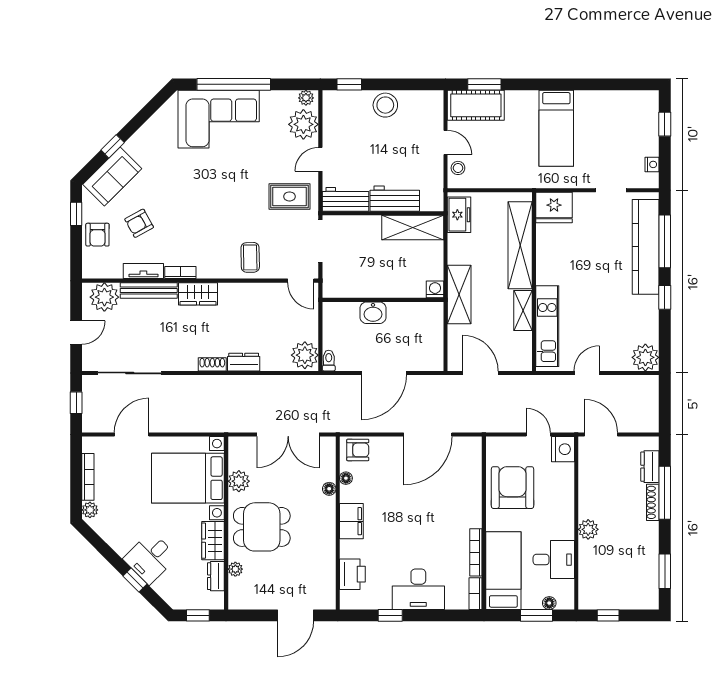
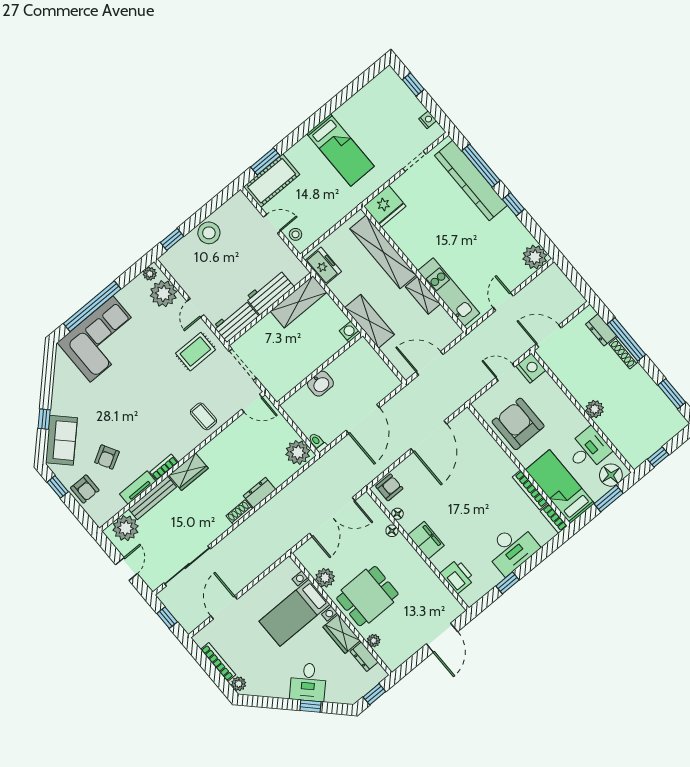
bed with nightstands: (188, 478) -> (295, 613), width x0.73
floor lamp: (549, 603) -> (611, 475), width x1.89, depth x1.89

